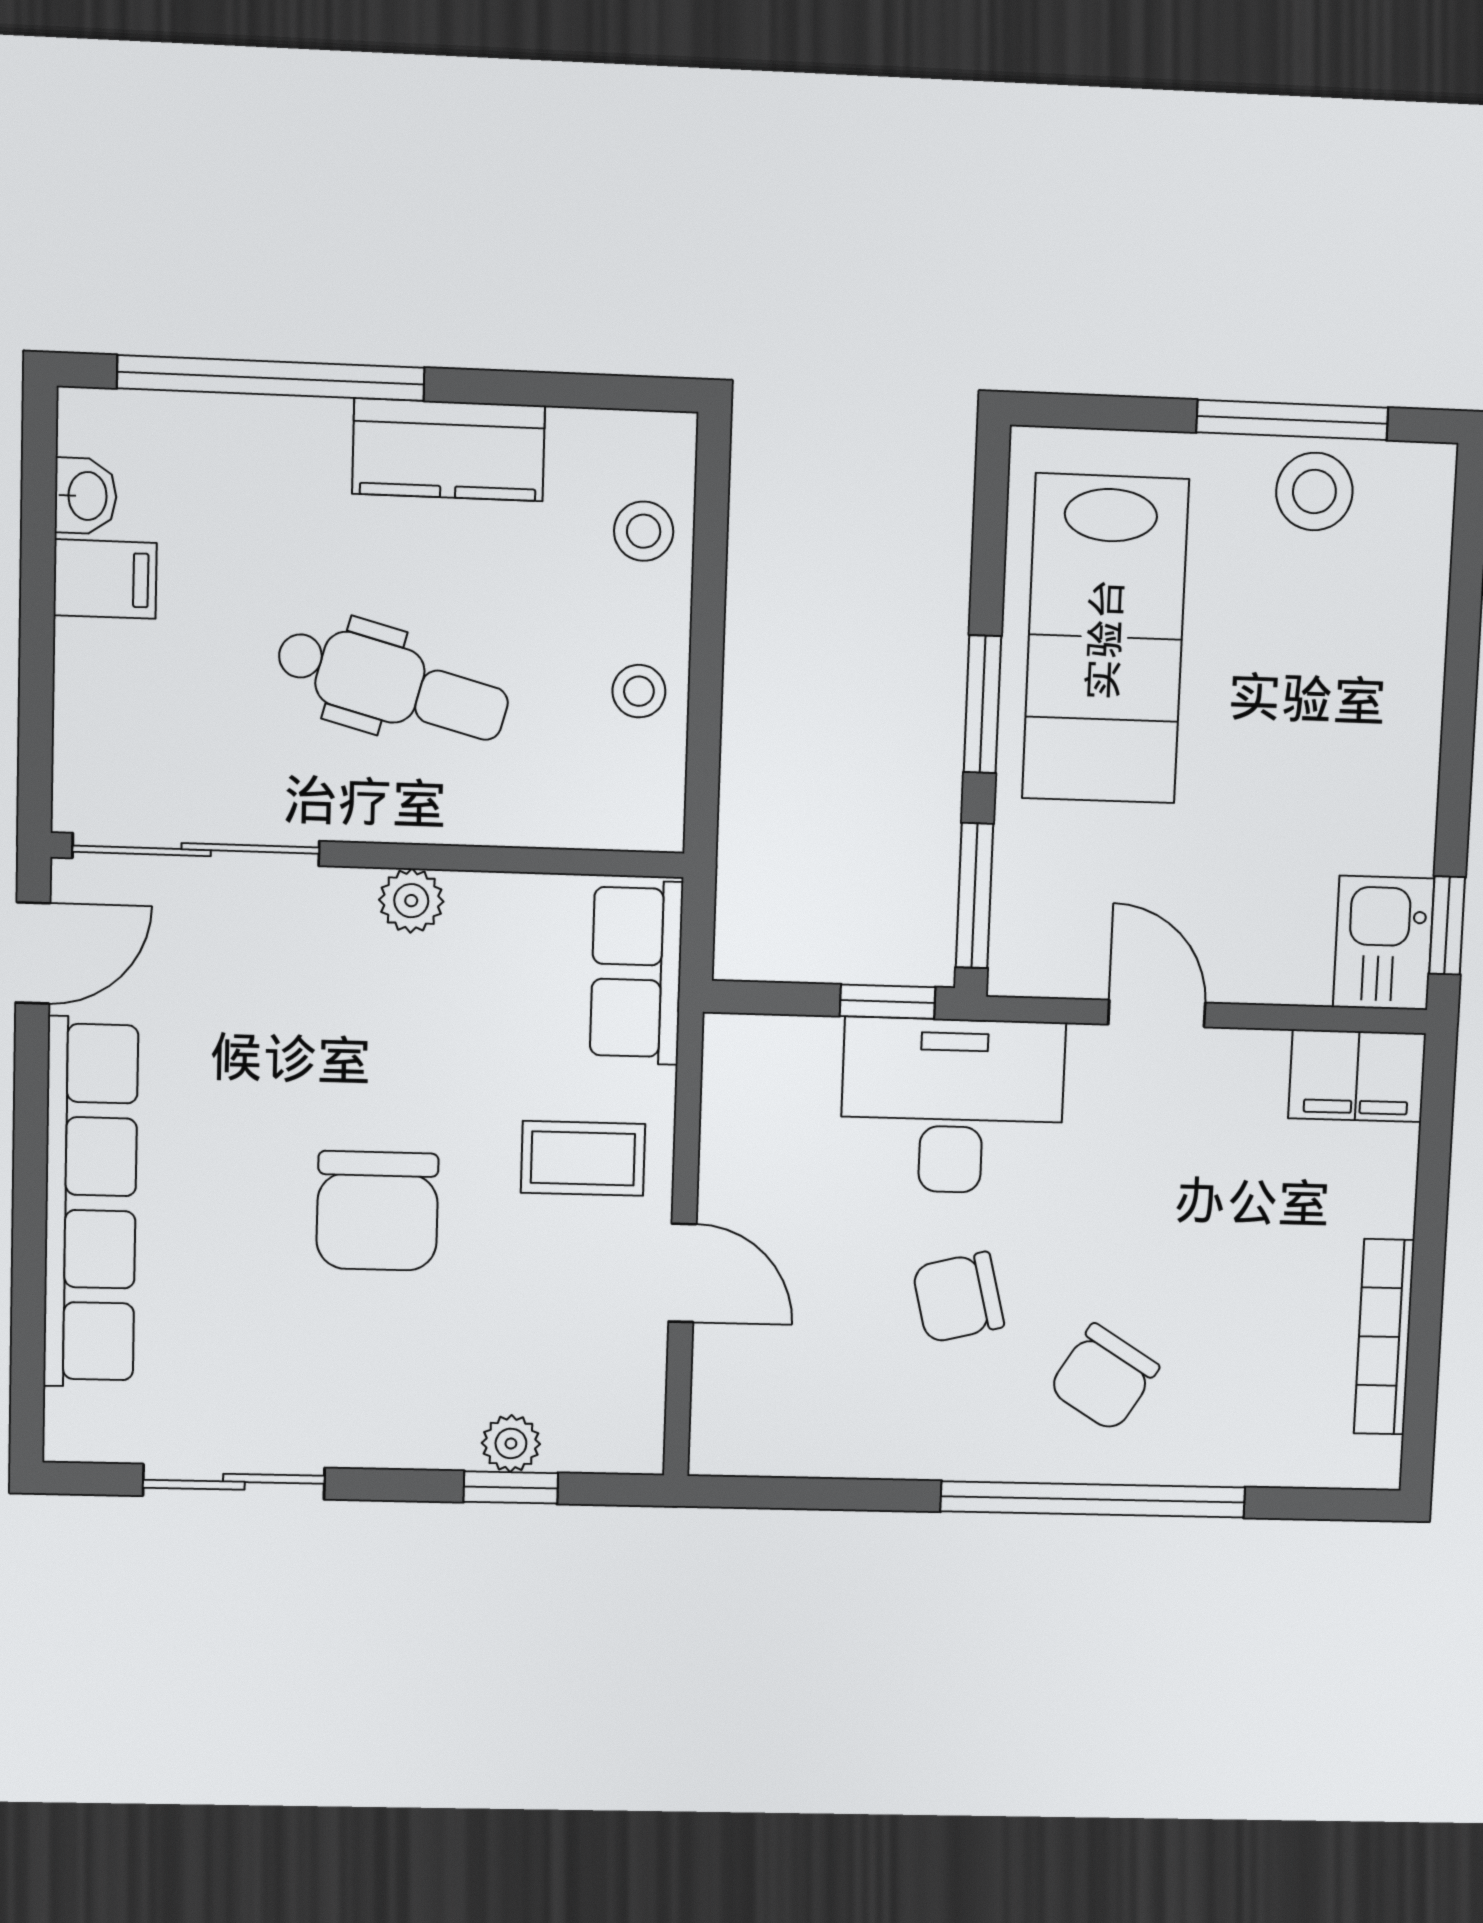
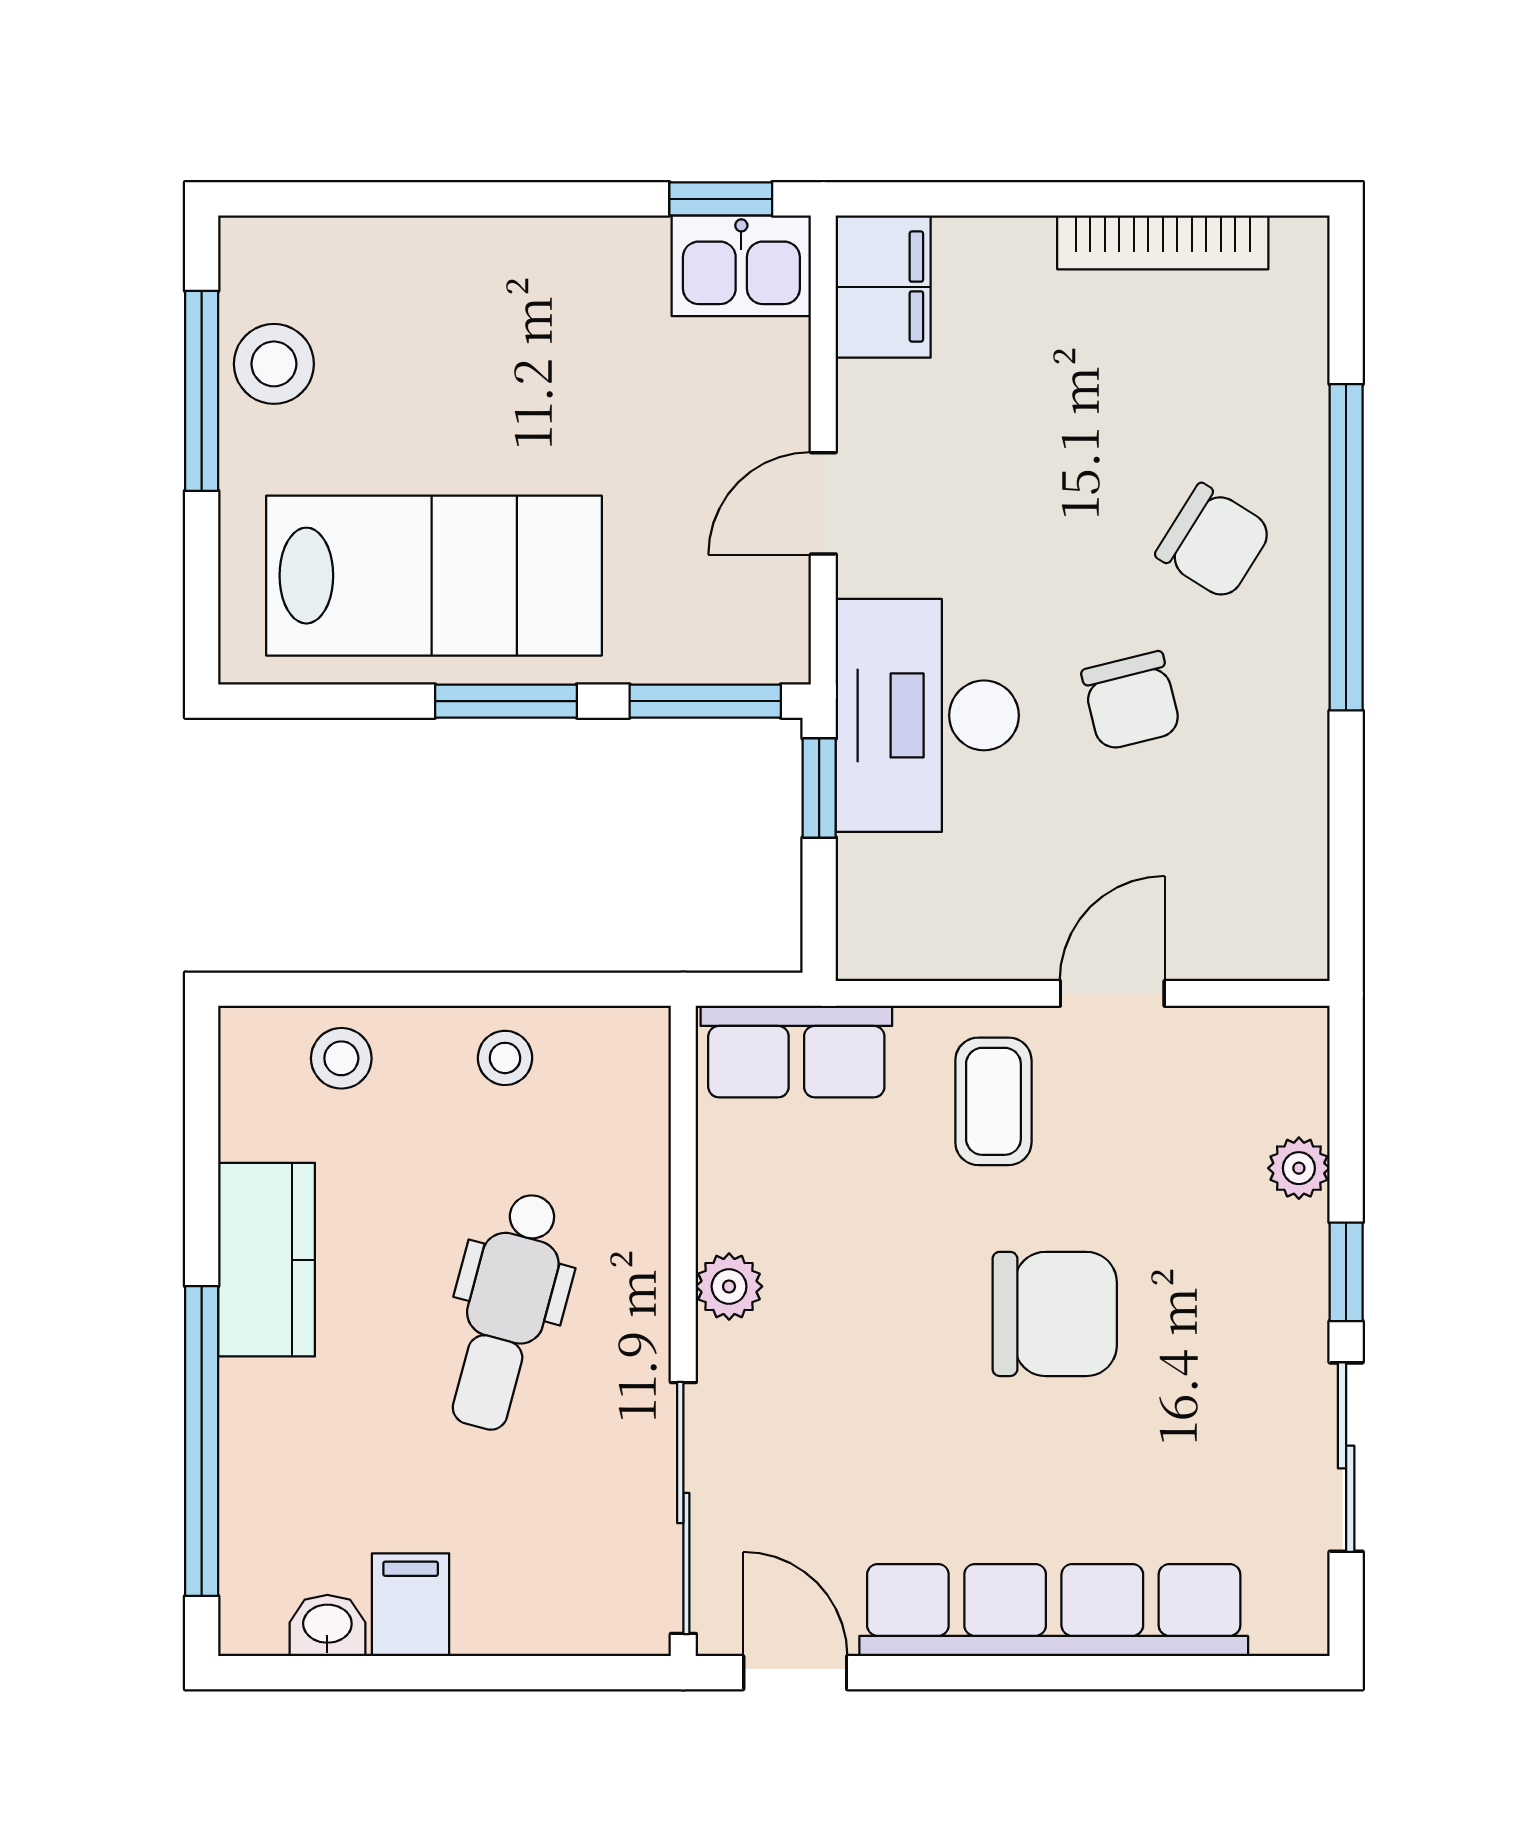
dental chair: (392, 684) -> (507, 1311), turned 180
window: (511, 1487) -> (1346, 1272), moved

